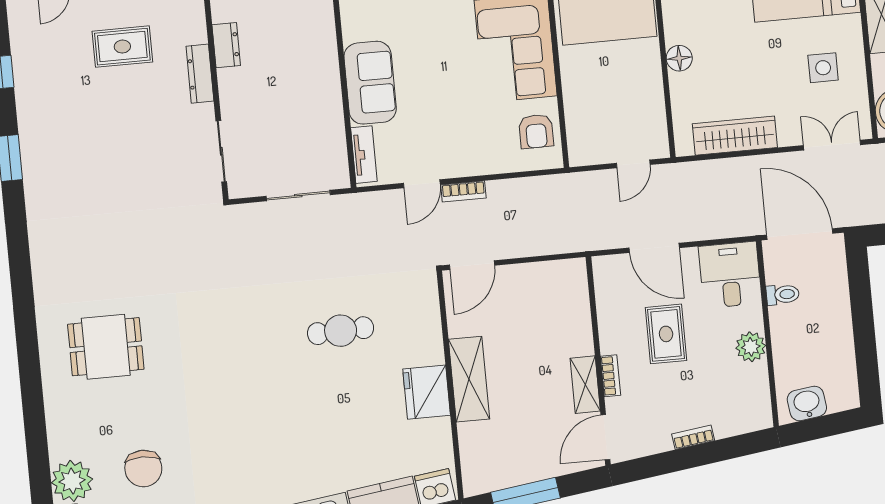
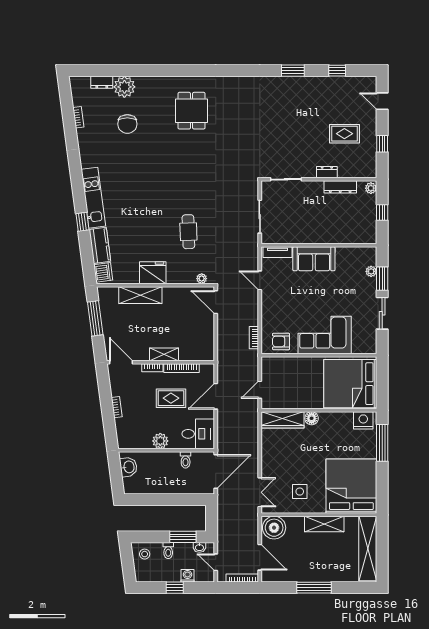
dresser: (226, 45) -> (340, 187), width x1.44
rug: (122, 47) -> (344, 134), turned 90
dresser: (200, 74) -> (327, 172), width x0.70
wardrobe: (735, 136) -> (283, 420), moved, turned 90
door: (633, 164) -> (260, 390), hinge flipped
bookcase: (463, 191) -> (254, 338), moved
plant: (429, 297) -> (202, 279), added
bookcase: (606, 319) -> (182, 368), added
shelving: (469, 379) -> (140, 295), moved
shelving: (585, 385) -> (164, 354), moved
chair: (143, 469) -> (127, 124), turned -90

